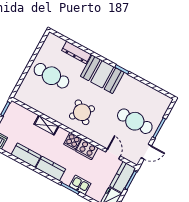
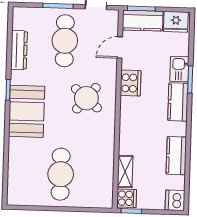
dresser: (76, 52) -> (19, 50), moved
round table: (82, 112) -> (86, 98), moved
shelving: (46, 125) -> (125, 172), moved
cooker: (72, 141) -> (127, 198), moved
kitchen counter: (51, 169) -> (178, 102), moved

